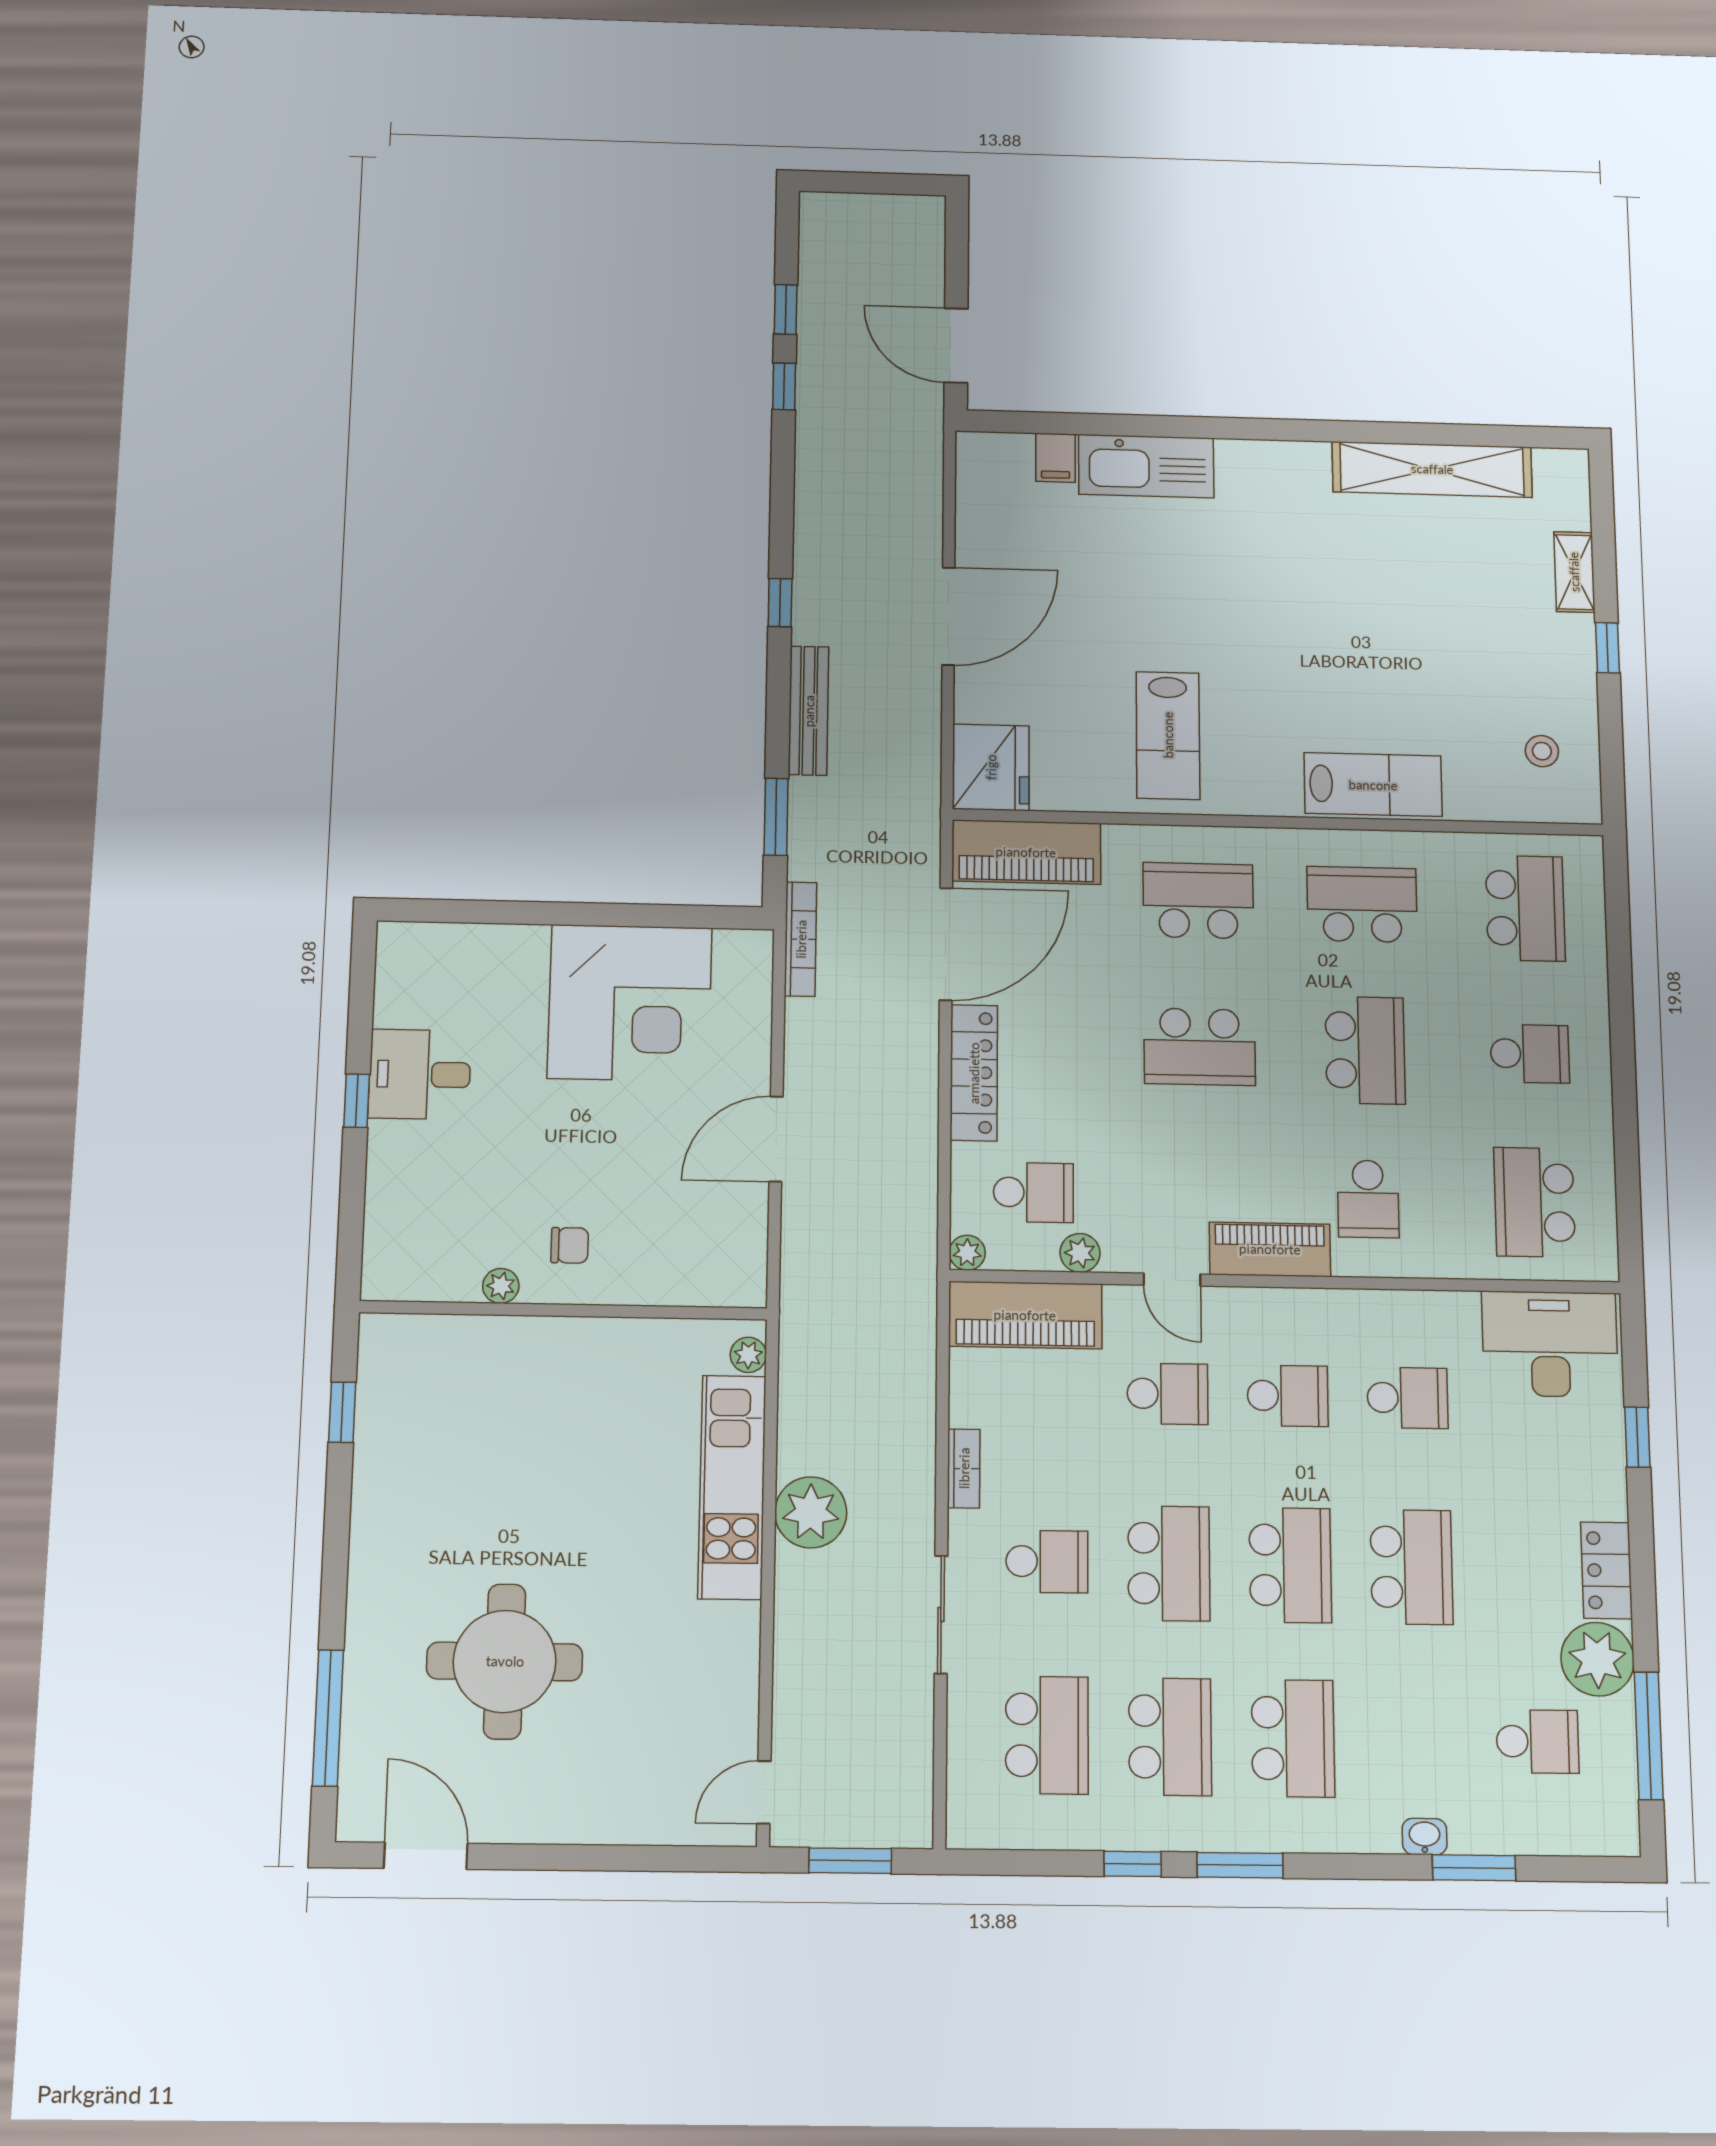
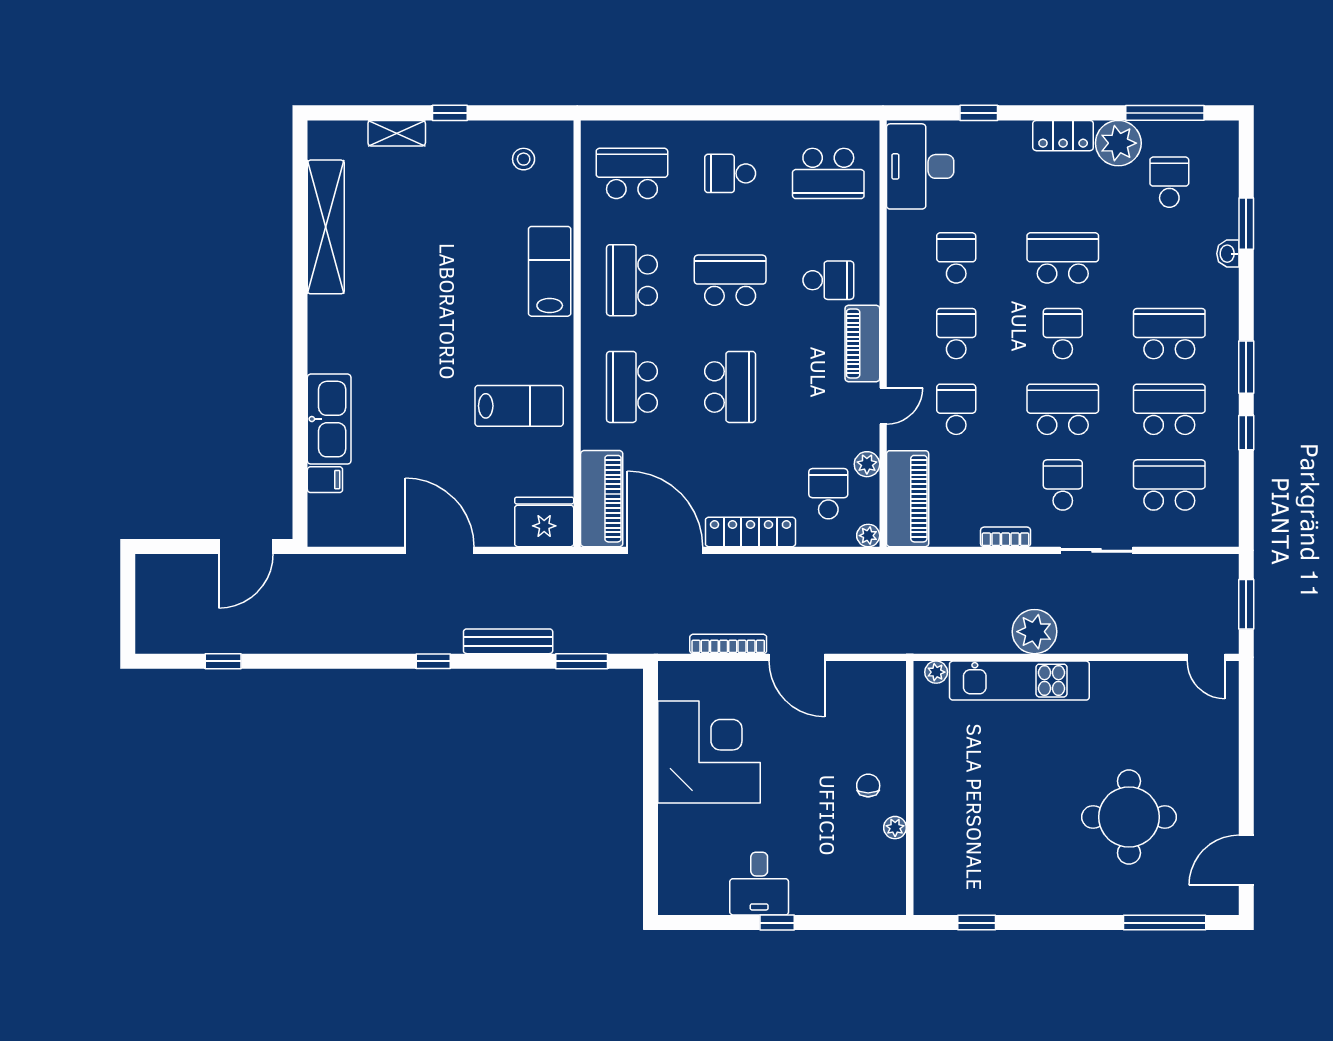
window: (784, 386) -> (279, 661), removed
bookcase: (801, 939) -> (728, 644), moved
school desk: (1530, 1054) -> (730, 173), turned -90
school desk: (1290, 1565) -> (1063, 334), width x0.54

